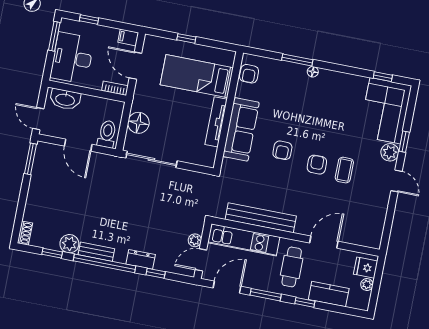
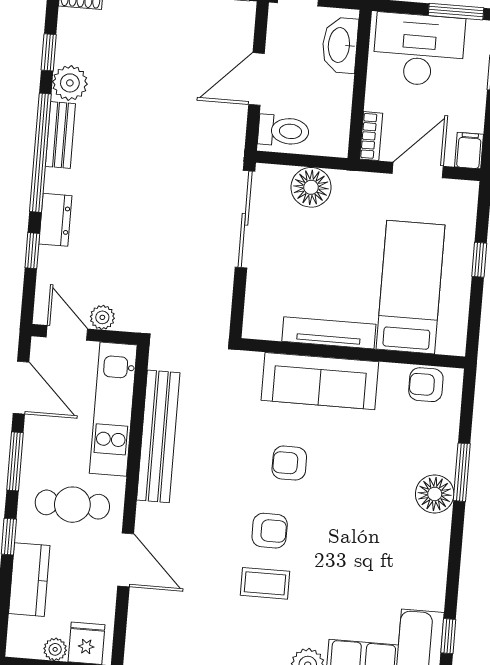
floor lamp: (313, 72) -> (435, 494), width x1.89, depth x1.89

